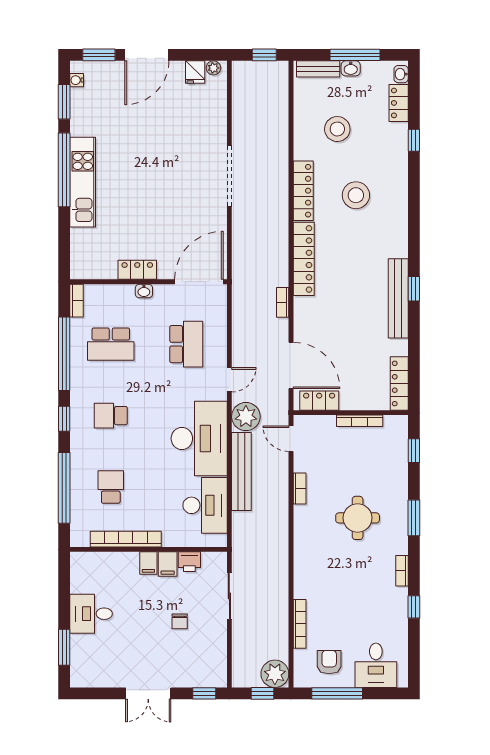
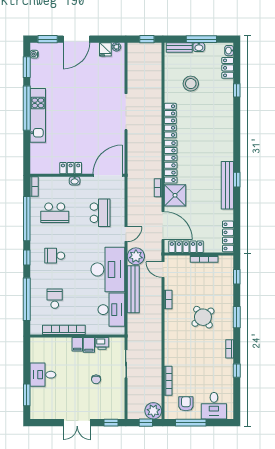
stool: (356, 195) -> (202, 123), removed
shower: (311, 315) -> (175, 195), added
locker: (319, 401) -> (186, 247), width x1.53
round table: (358, 518) -> (203, 317), turned -38

